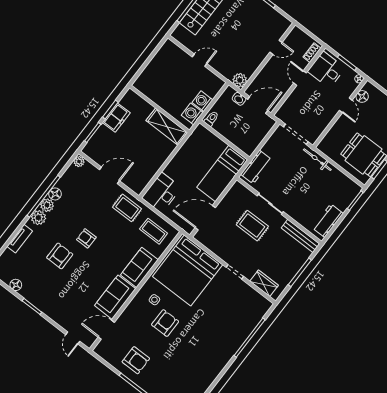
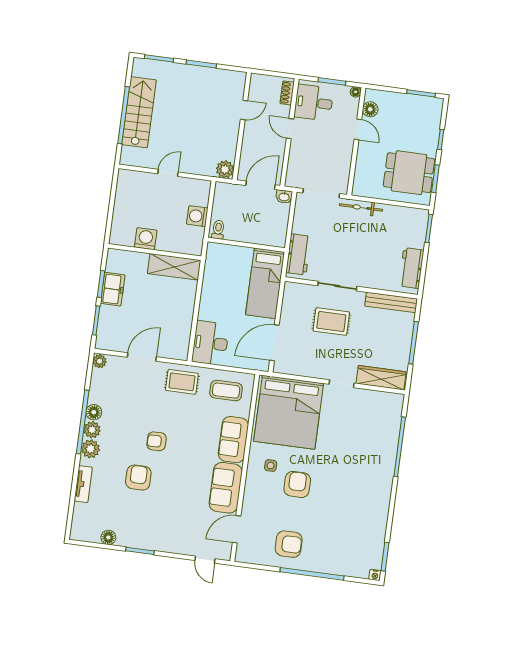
washbasin: (239, 99) -> (284, 197), moved
washing machine: (192, 114) -> (146, 239), moved, turned 90
wardrobe: (264, 283) -> (381, 378), width x1.50

